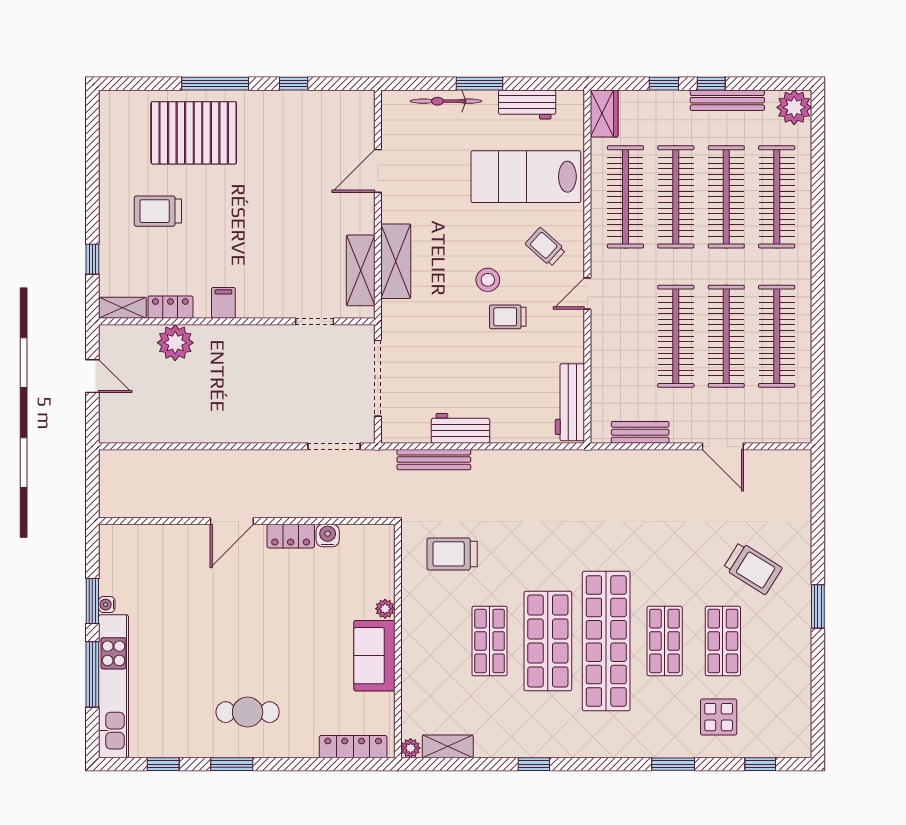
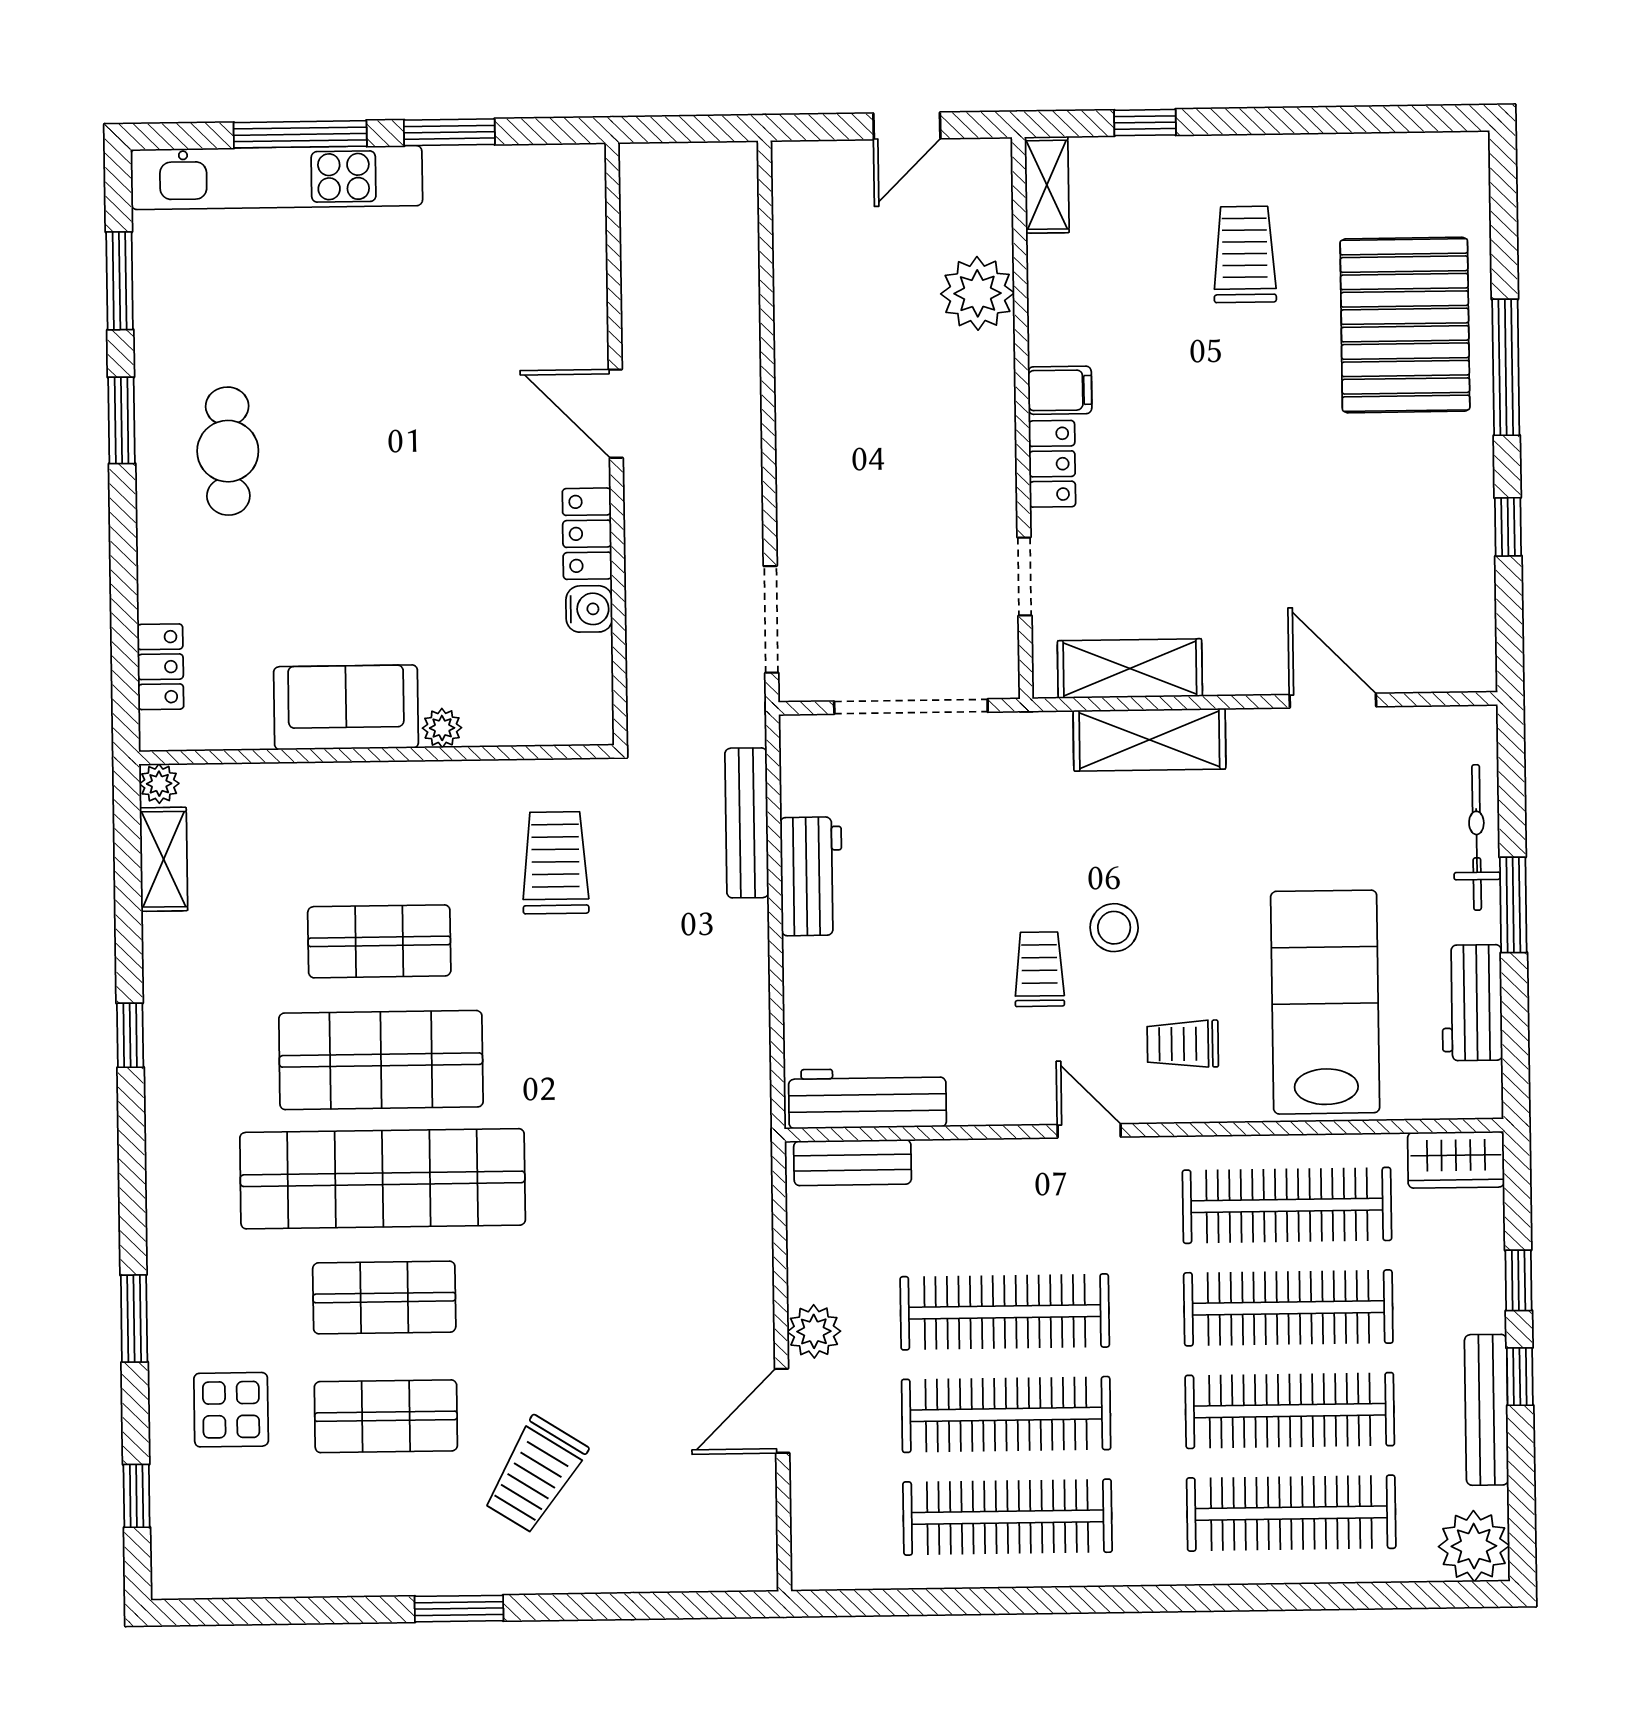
trolley: (545, 247) -> (1183, 1044), turned -132
locker: (170, 307) -> (1052, 464), moved
plant: (684, 430) -> (814, 1331), added
bench: (640, 432) -> (853, 1163), moved, turned 90
water cooler: (107, 605) -> (443, 162), removed
locker: (353, 747) -> (160, 667), width x0.66
window: (163, 764) -> (120, 281), width x1.50

